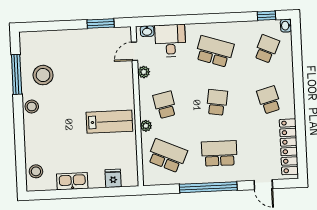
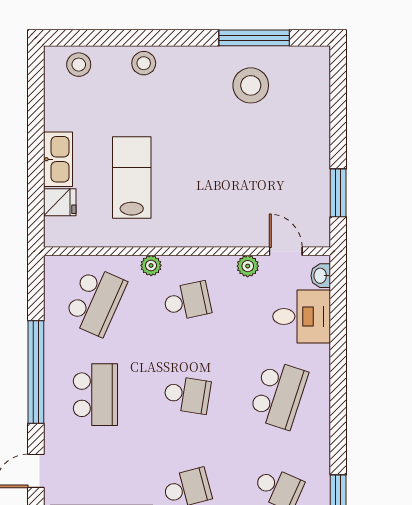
stool: (32, 107) -> (144, 63), moved
lab bench: (109, 122) -> (132, 177), moved, turned 180
kitchen sink: (72, 181) -> (58, 159), moved

